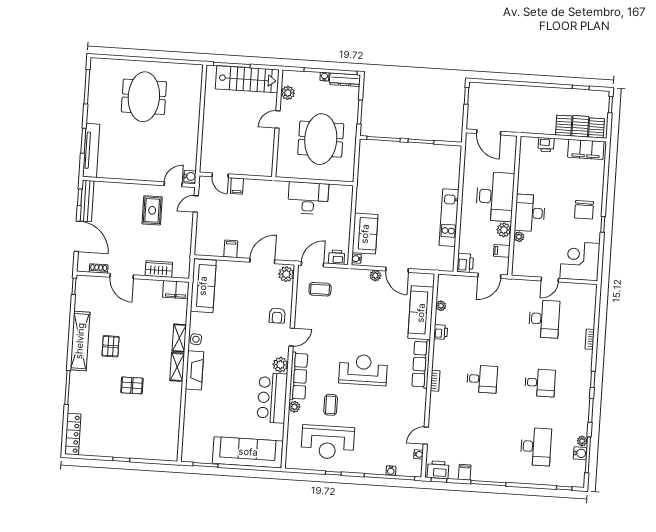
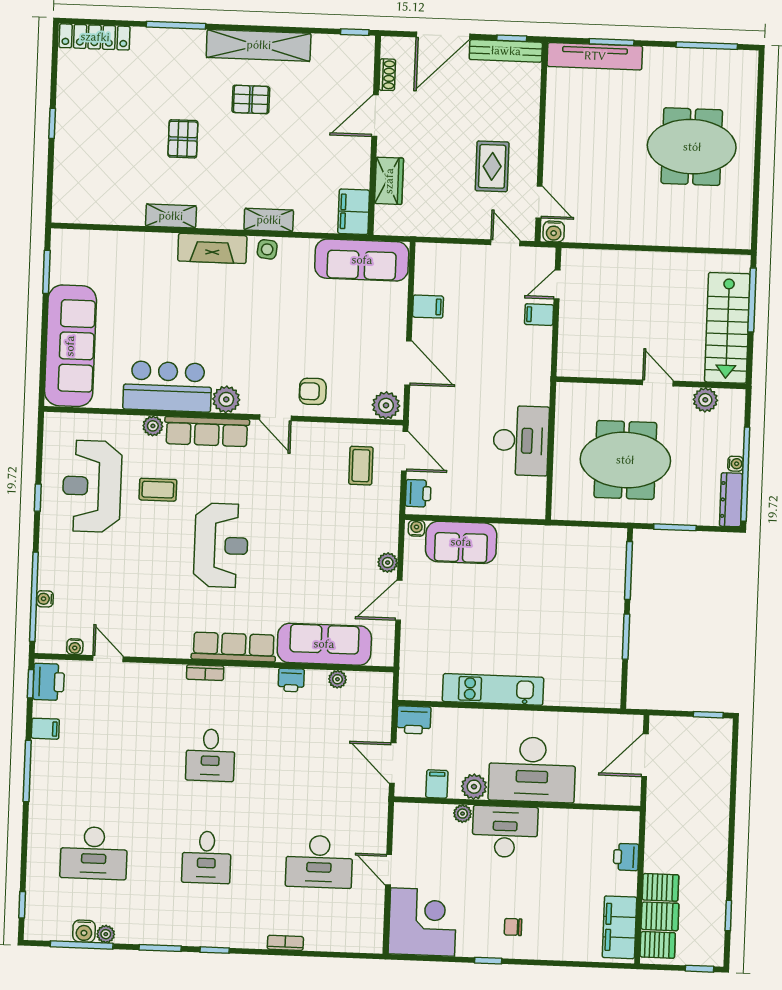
rug: (152, 210) -> (492, 166), turned 90
chair: (584, 210) -> (513, 927), width x0.54, depth x0.54
shelving: (177, 367) -> (171, 216), moved

